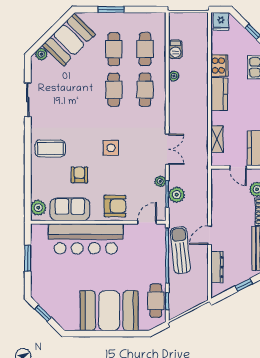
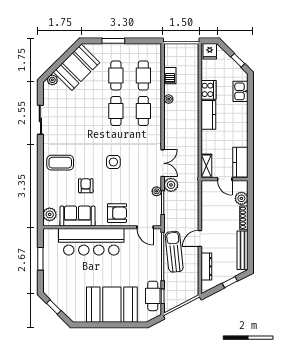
shelving: (217, 139) -> (206, 166), moved
plant: (177, 195) -> (171, 185), moved
door: (147, 222) -> (145, 227), swing flipped

